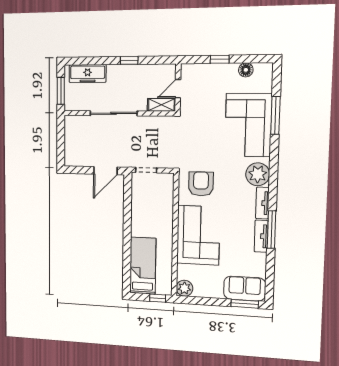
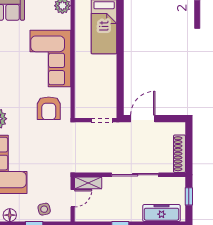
side table: (208, 77) -> (44, 209), added
window: (61, 91) -> (189, 196), width x0.67
shoe rack: (70, 134) -> (179, 154), added

